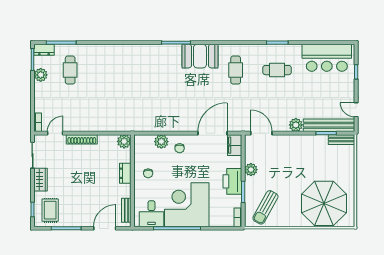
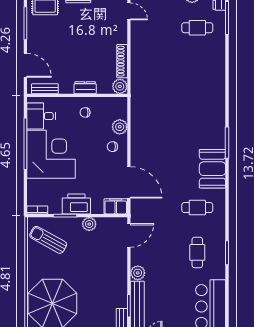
shoe rack: (82, 139) -> (122, 61), moved

